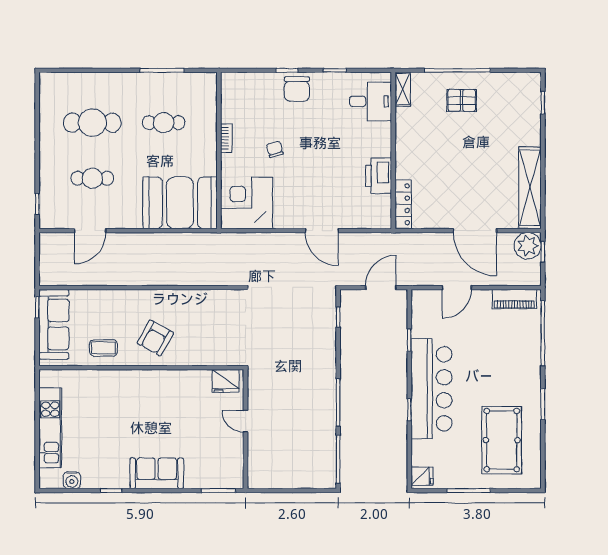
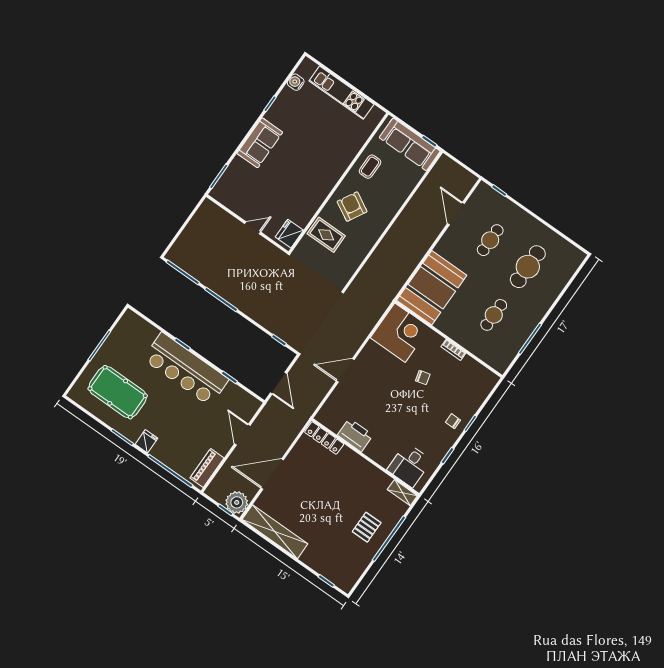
chair: (297, 89) -> (453, 421), width x0.54, depth x0.54
rug: (201, 344) -> (326, 235), added
fridge: (422, 476) -> (146, 441), moved, turned 180

